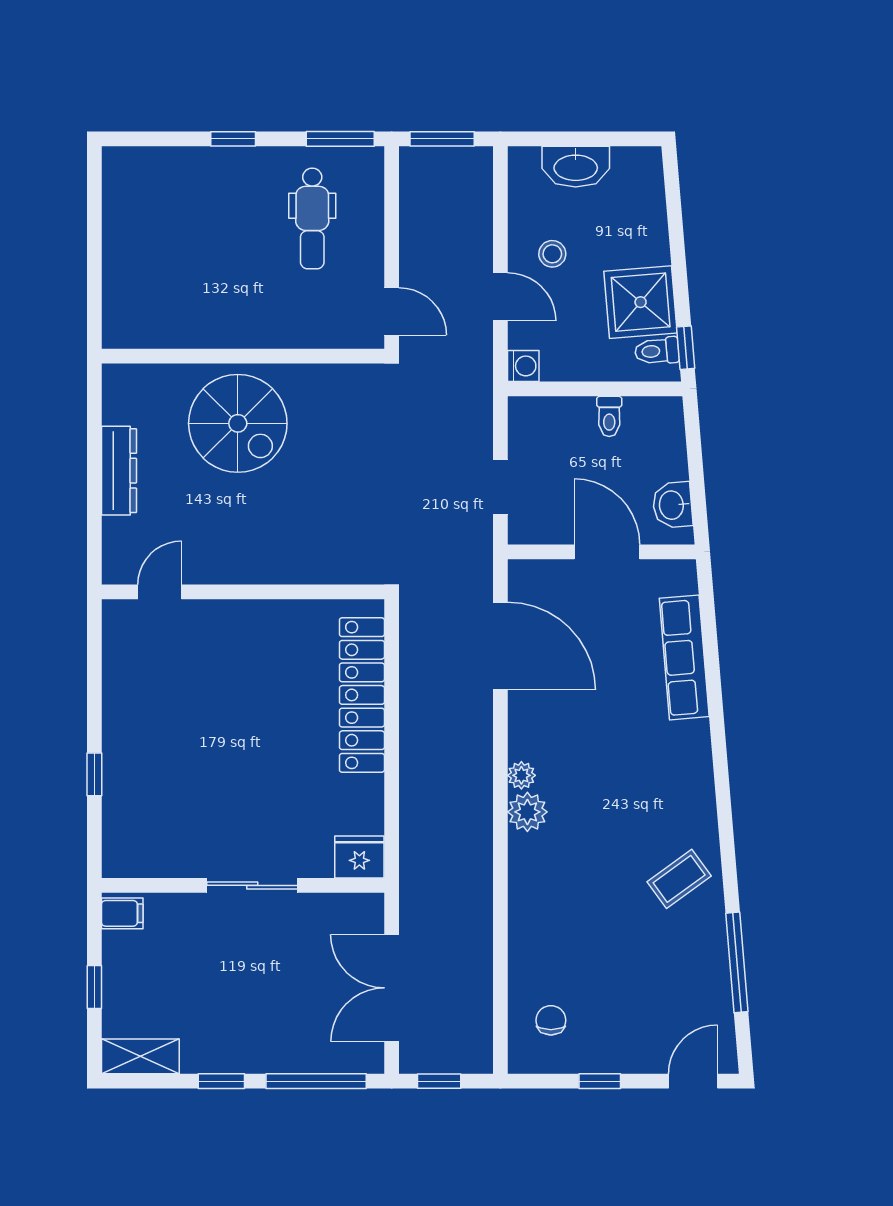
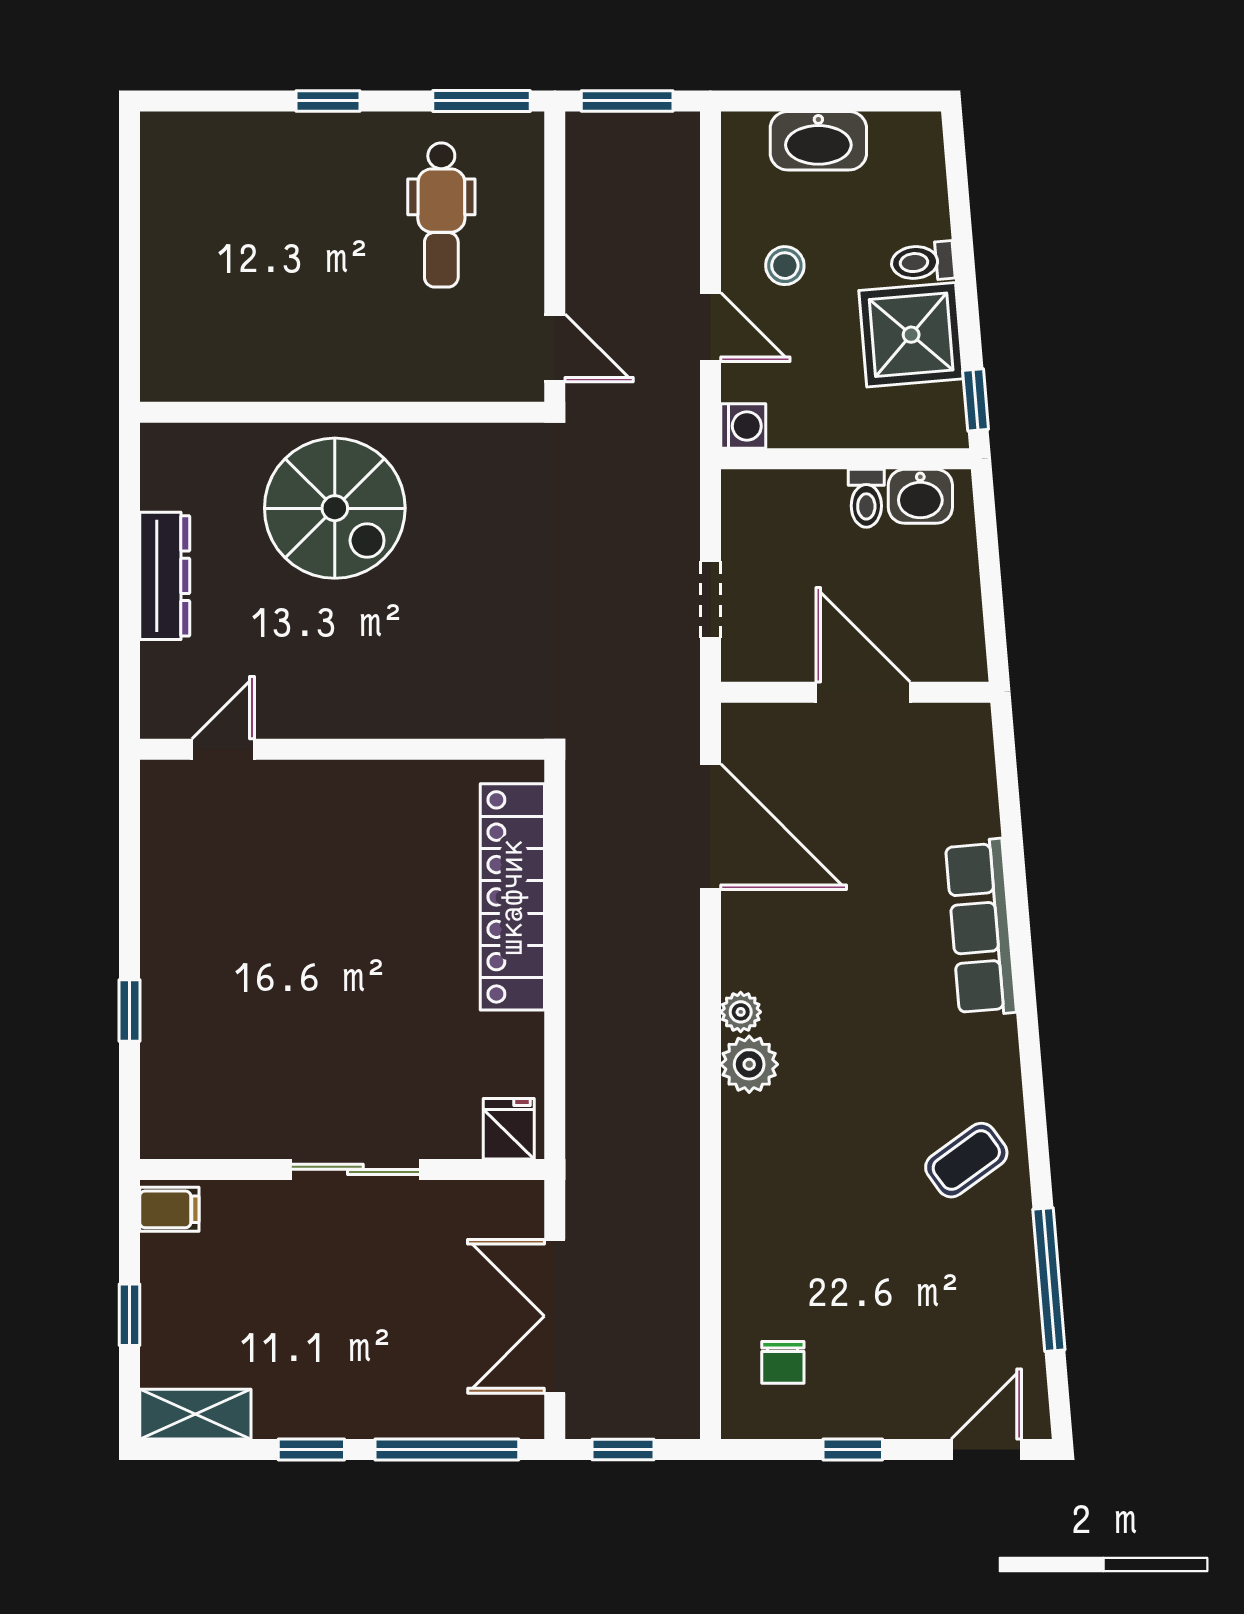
toilet: (657, 351) -> (923, 262), moved
washbasin: (672, 505) -> (920, 496), moved, turned -85
row of seats: (684, 657) -> (981, 928), moved
fridge: (359, 857) -> (509, 1129), width x0.72
chair: (551, 1020) -> (783, 1362), turned 180

